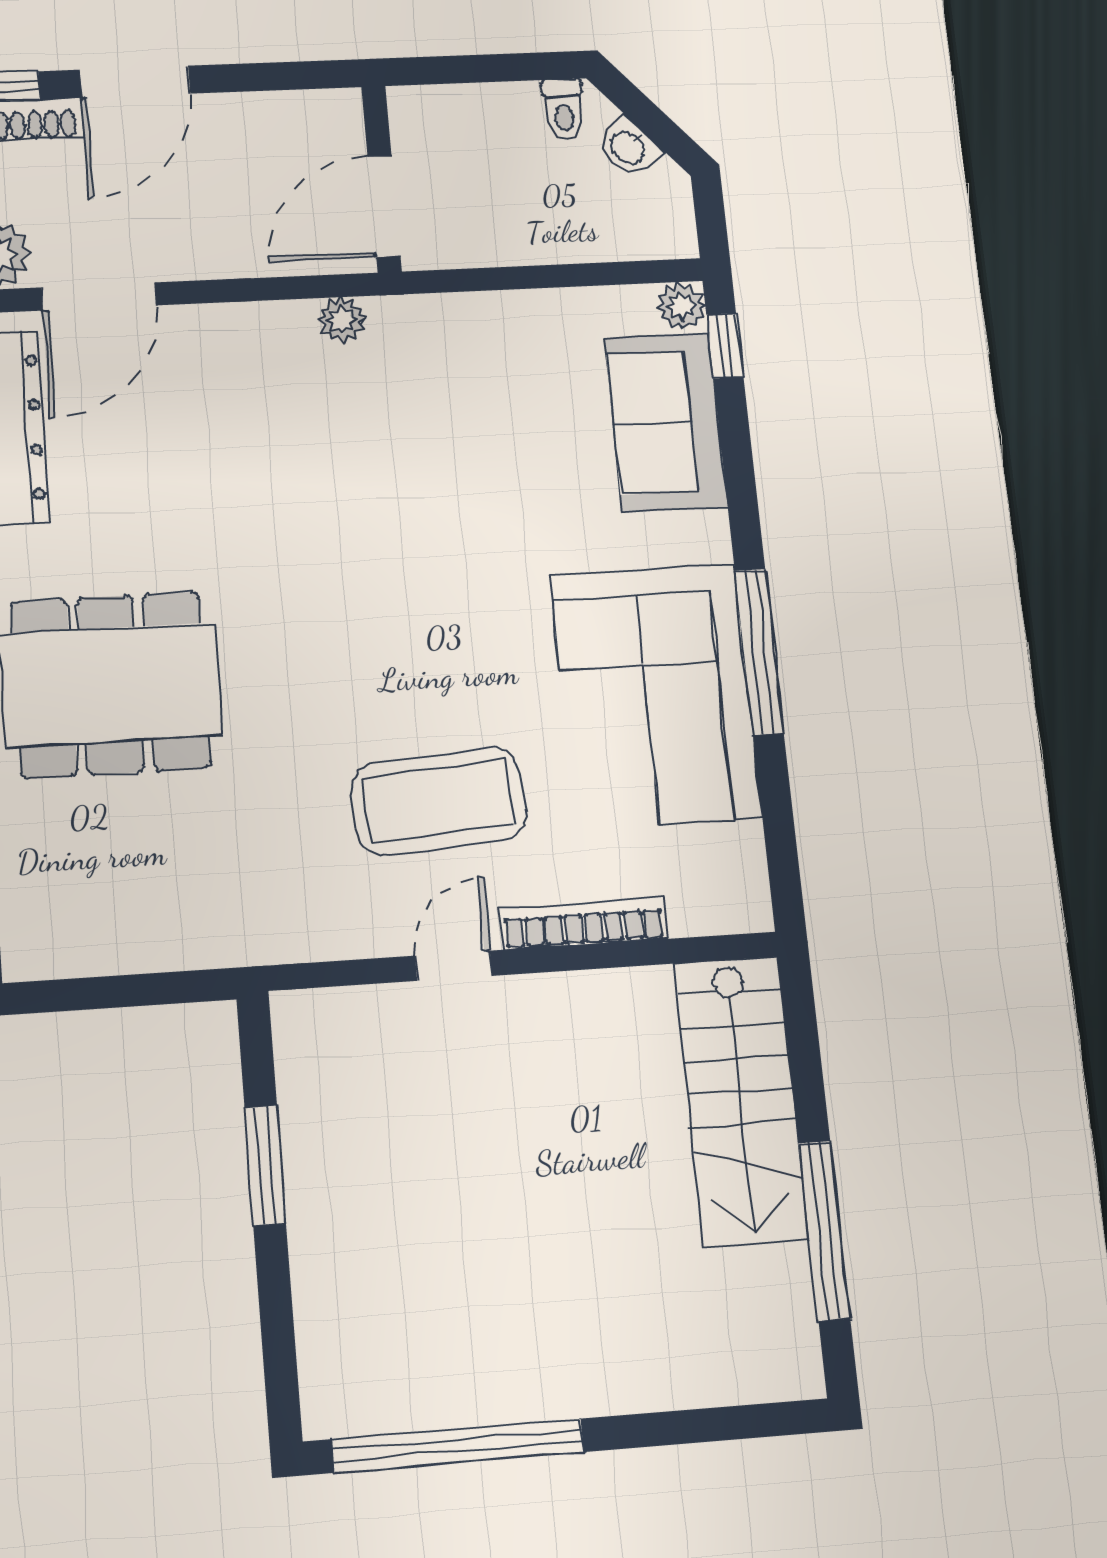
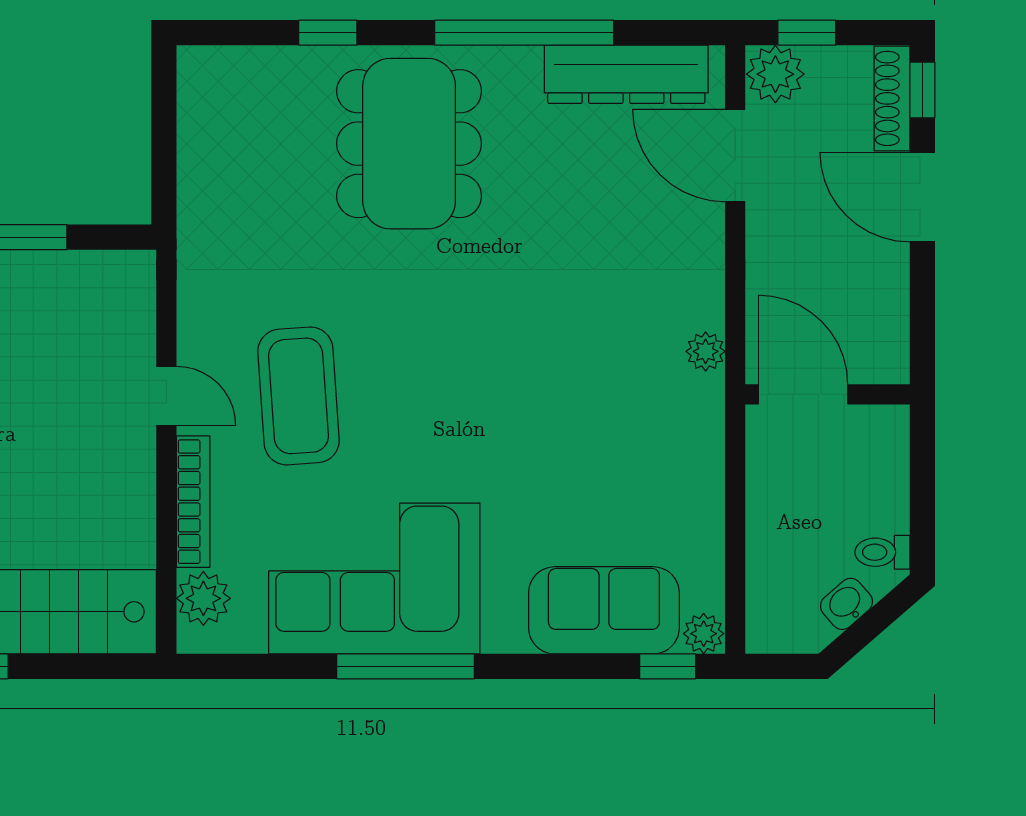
plant: (703, 903) -> (203, 598), added

